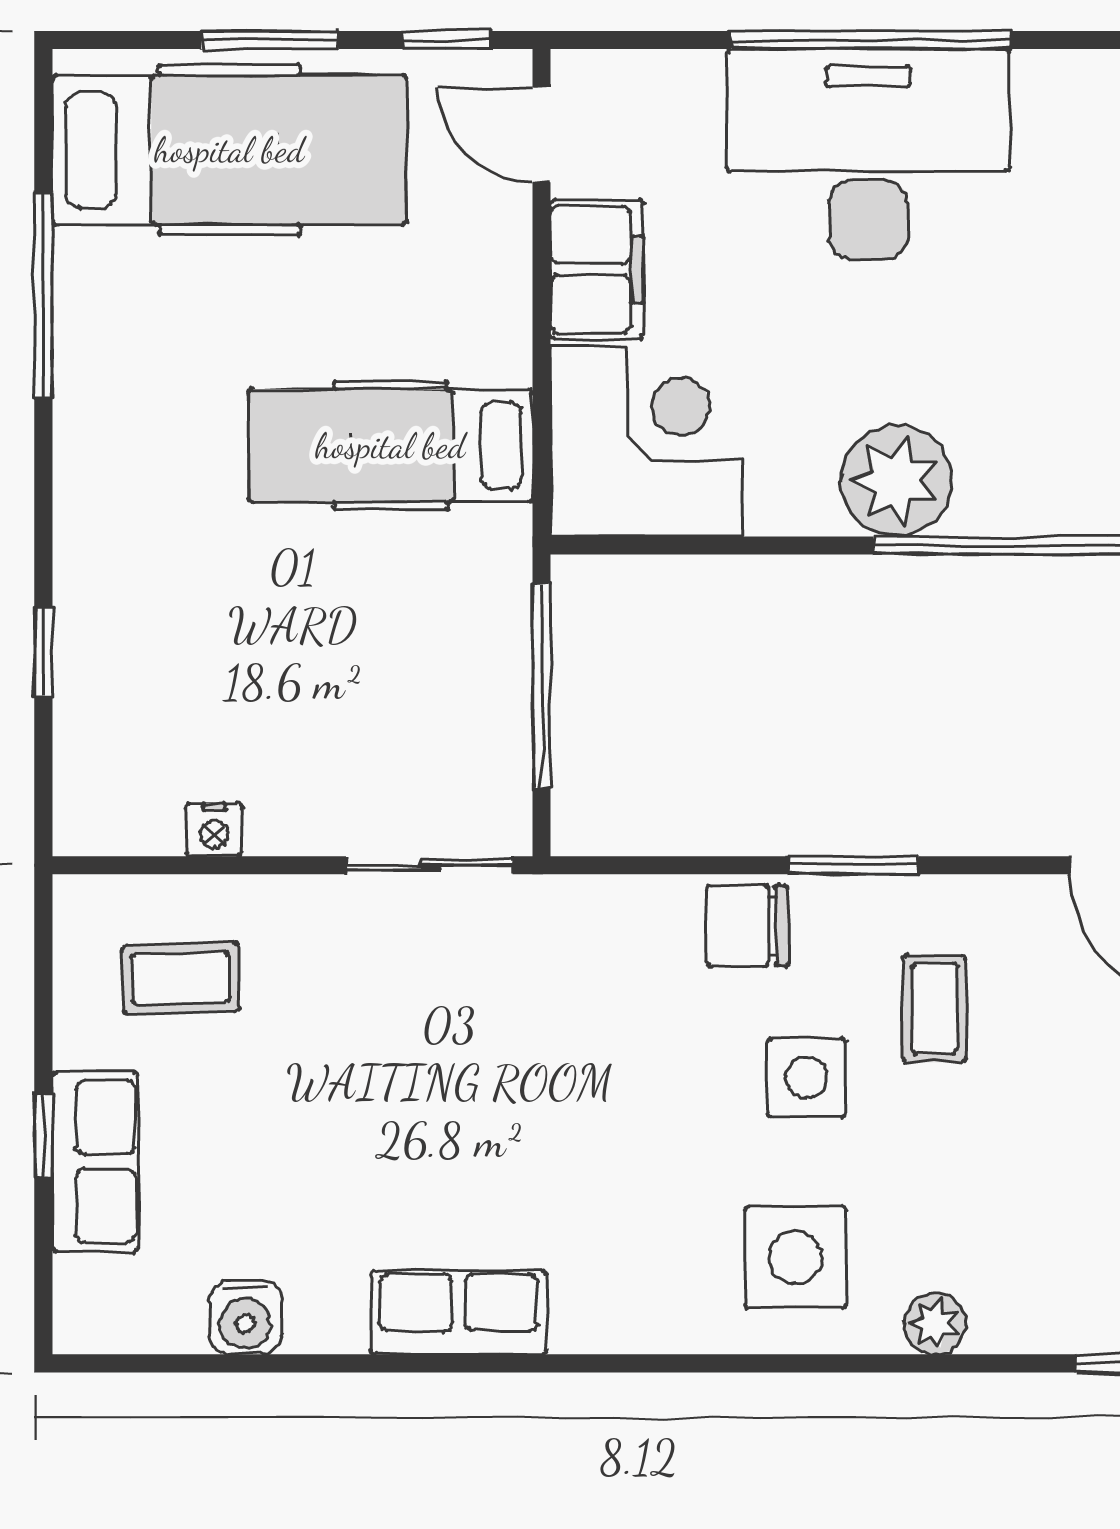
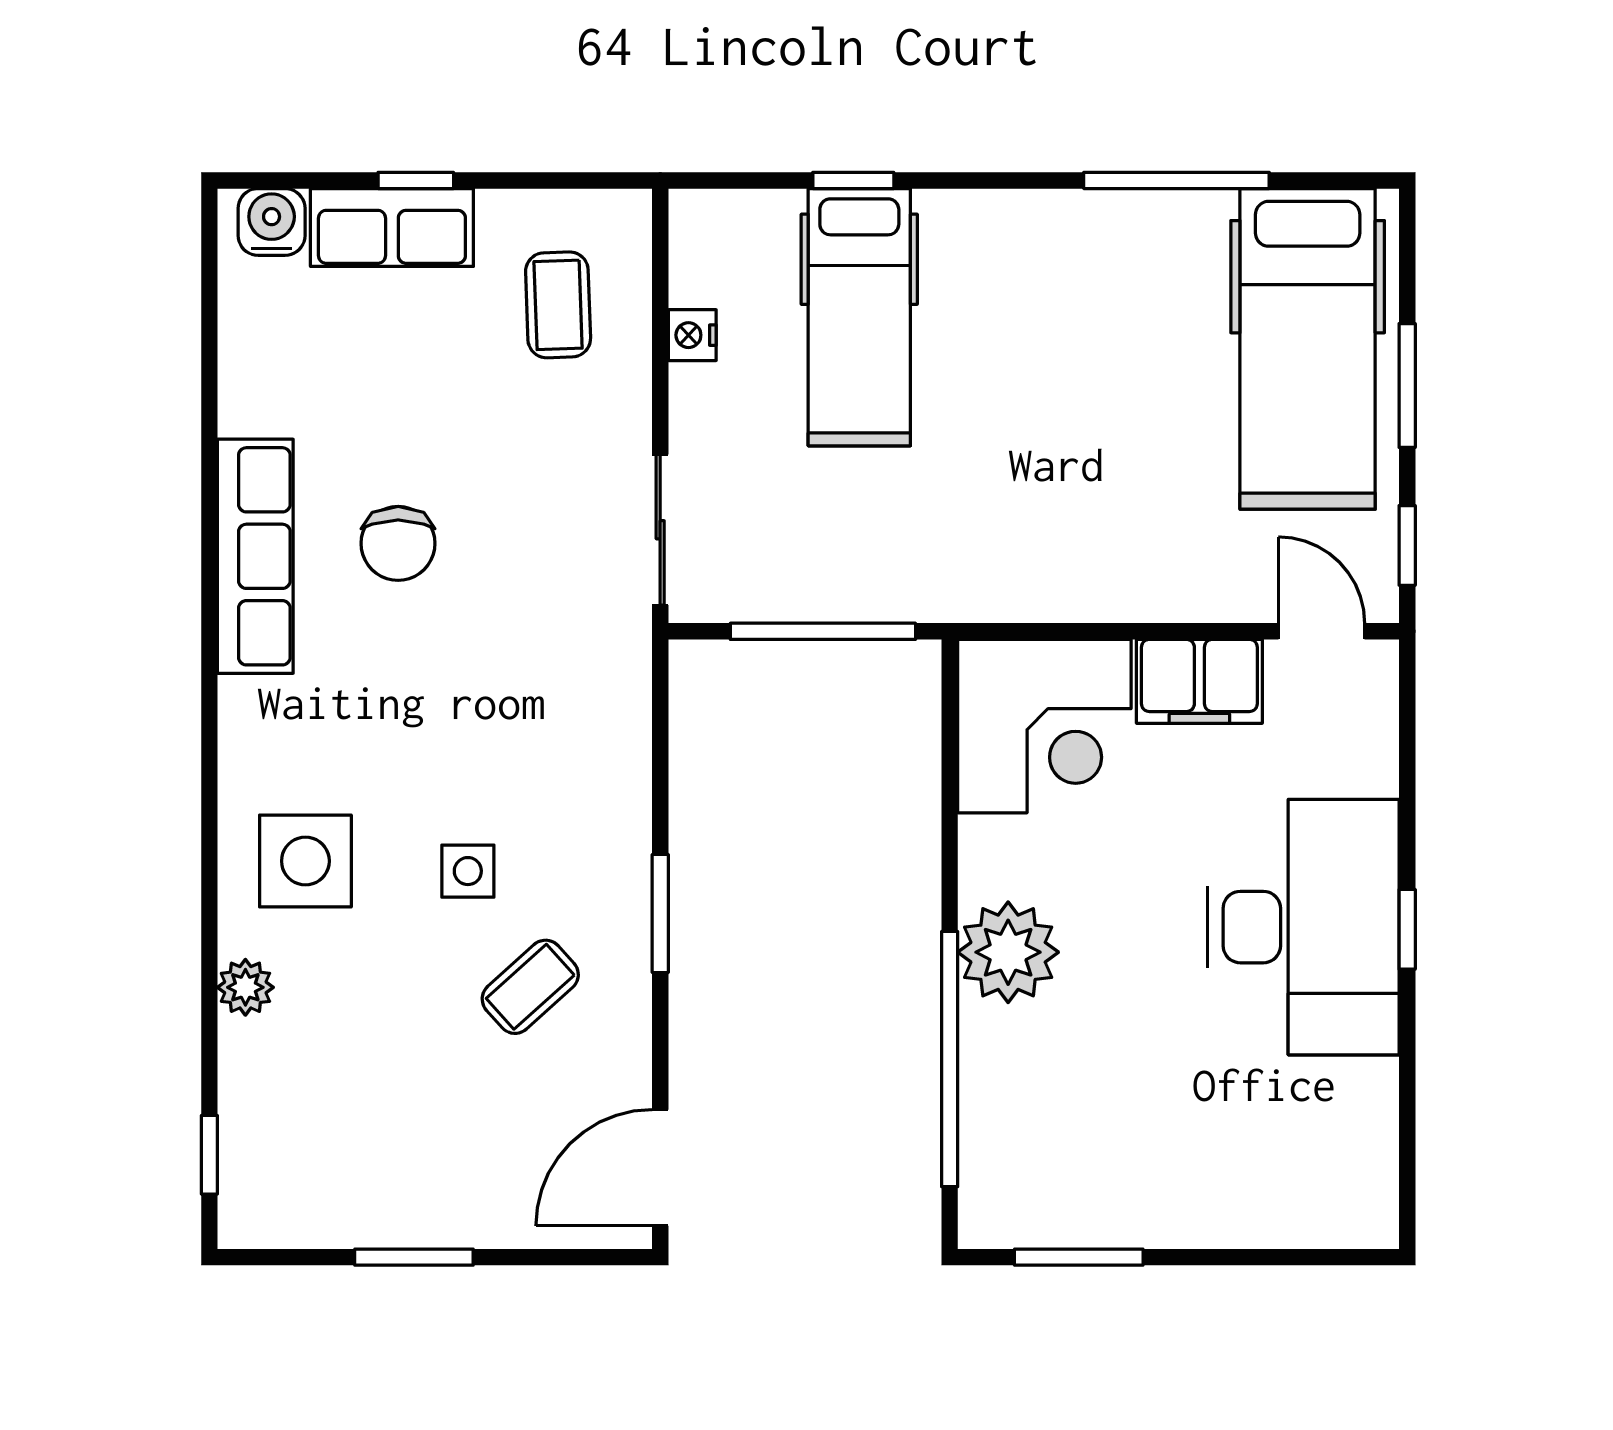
window: (871, 40) -> (1407, 929), width x0.32
door: (542, 135) -> (1322, 631), hinge flipped
hospital bed: (390, 446) -> (859, 317), moved, turned 180
chair: (748, 926) -> (398, 543), moved, turned 180
coffee table: (934, 1009) -> (530, 987), turned -42
side table: (806, 1078) -> (468, 871), width x0.73, depth x0.73
row of seats: (459, 1313) -> (255, 556), width x1.48
water cooler: (245, 1318) -> (272, 222), moved, turned 90

